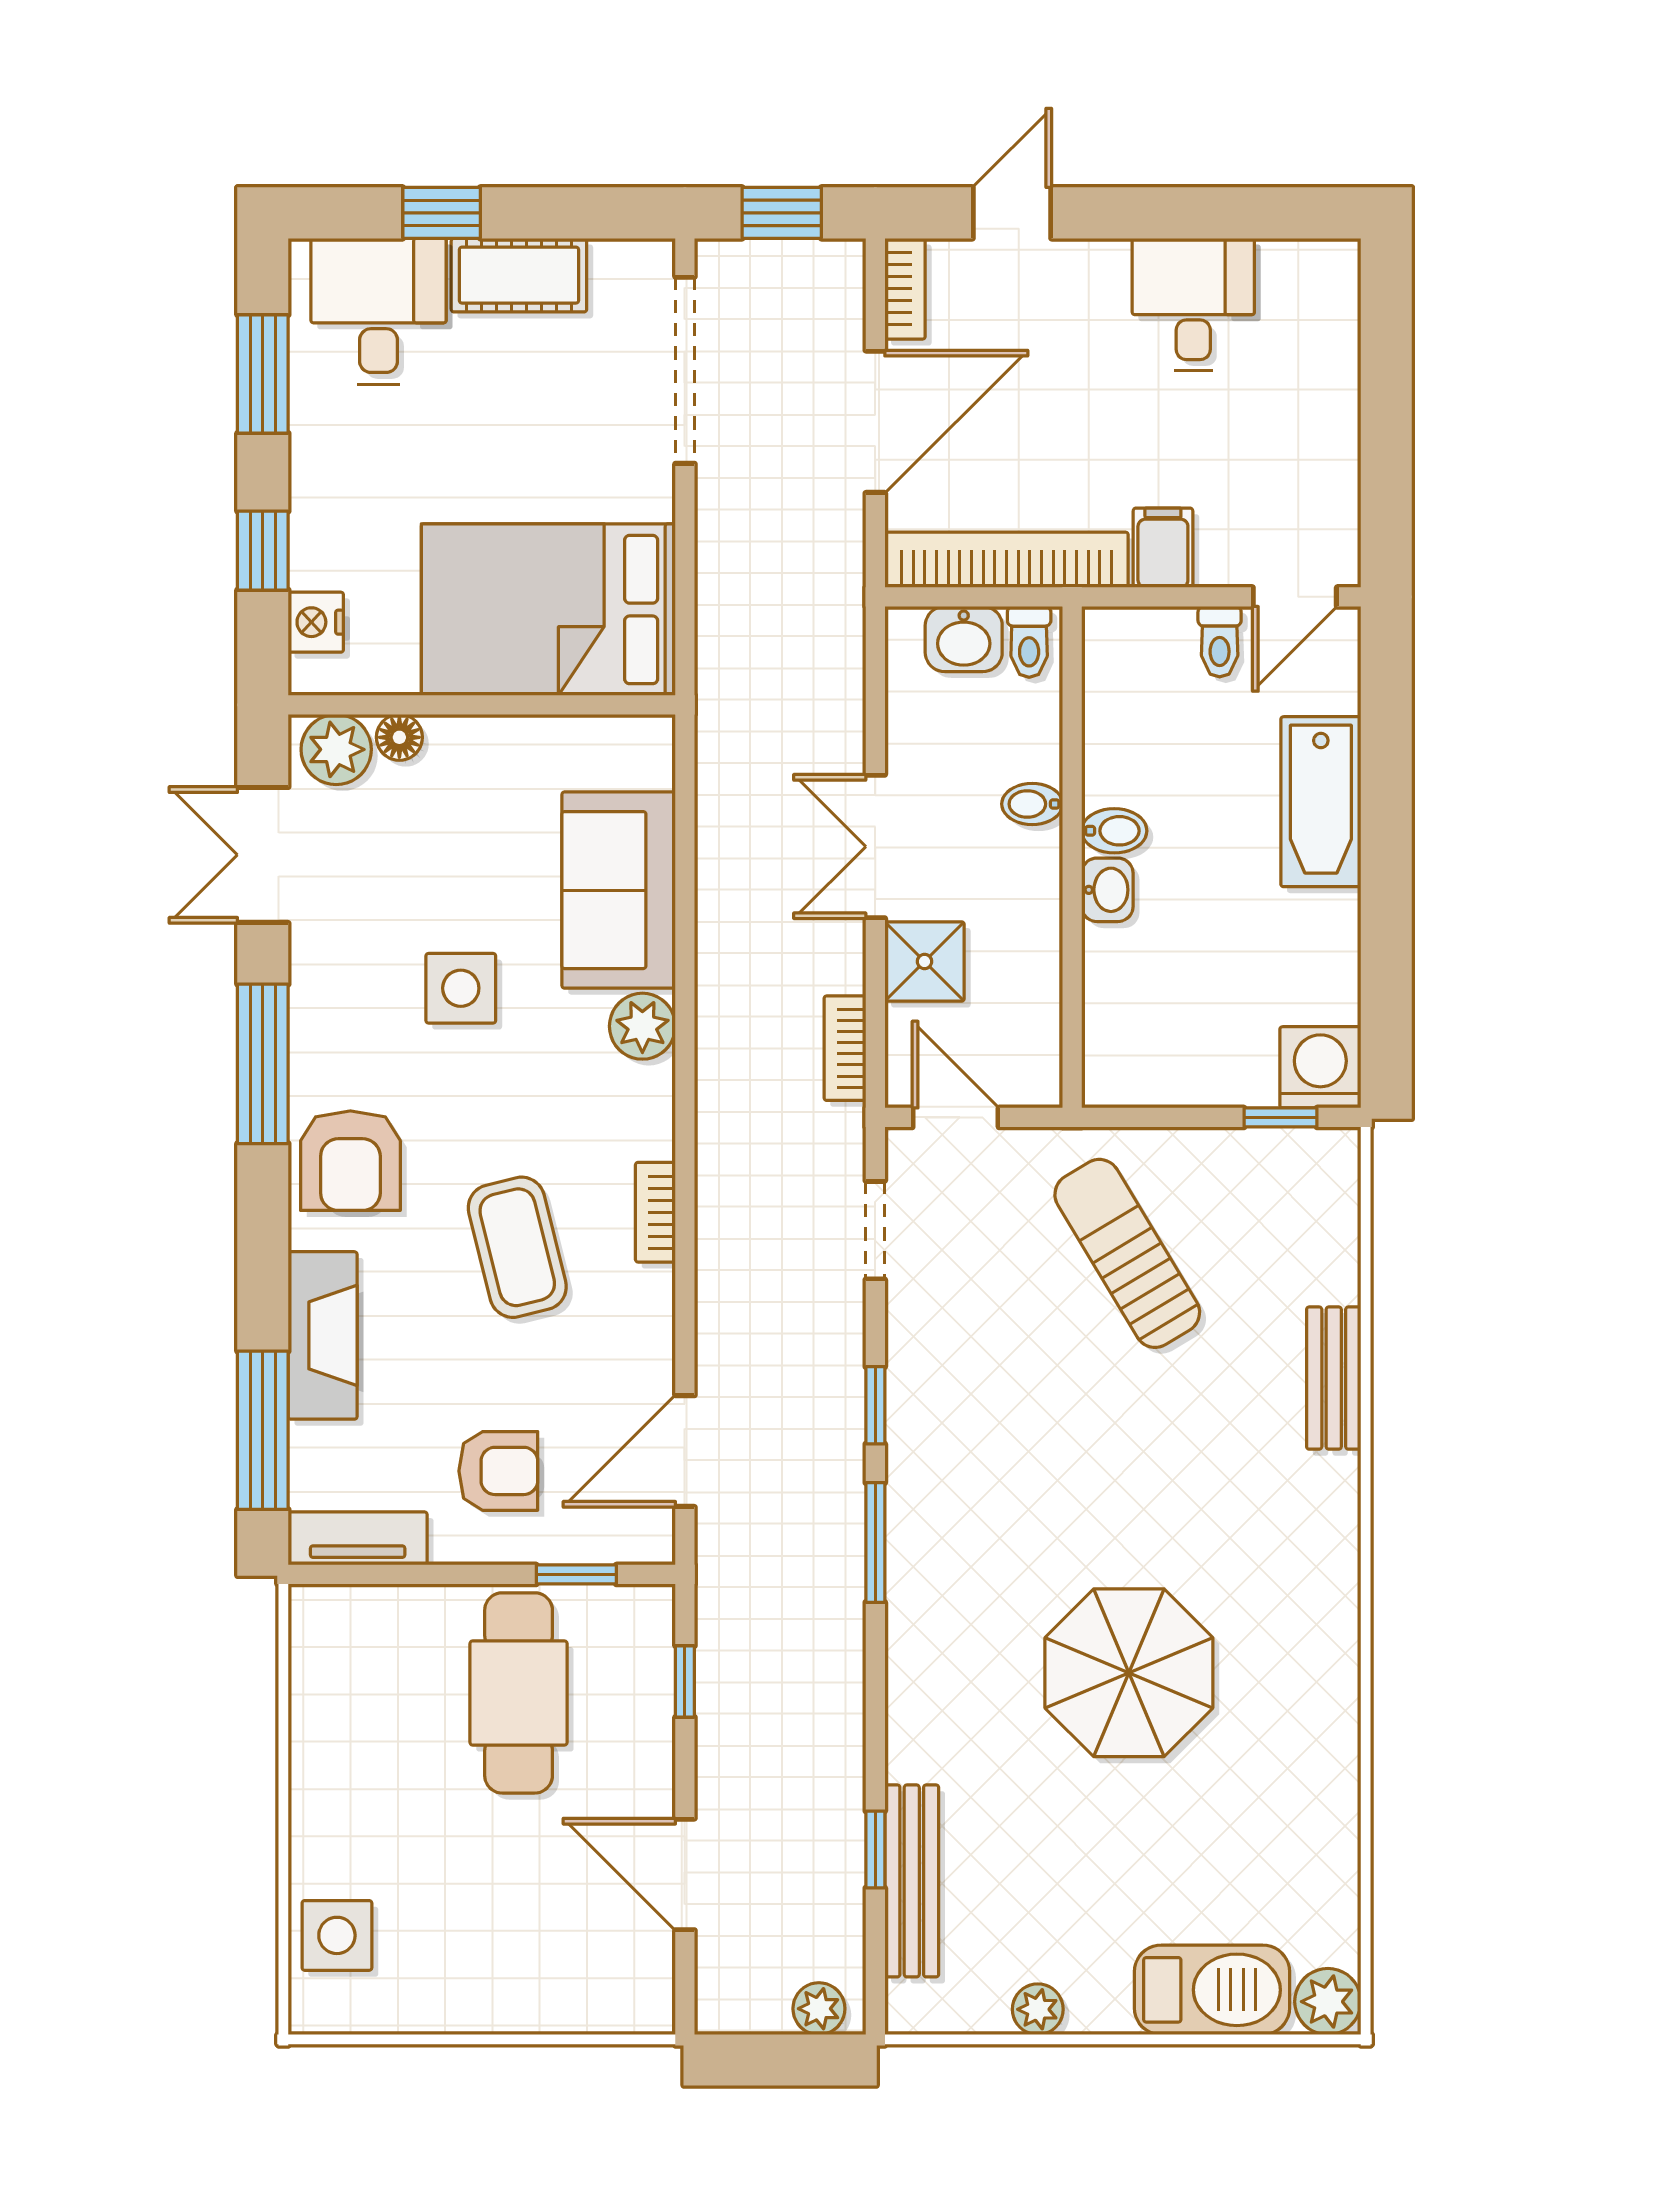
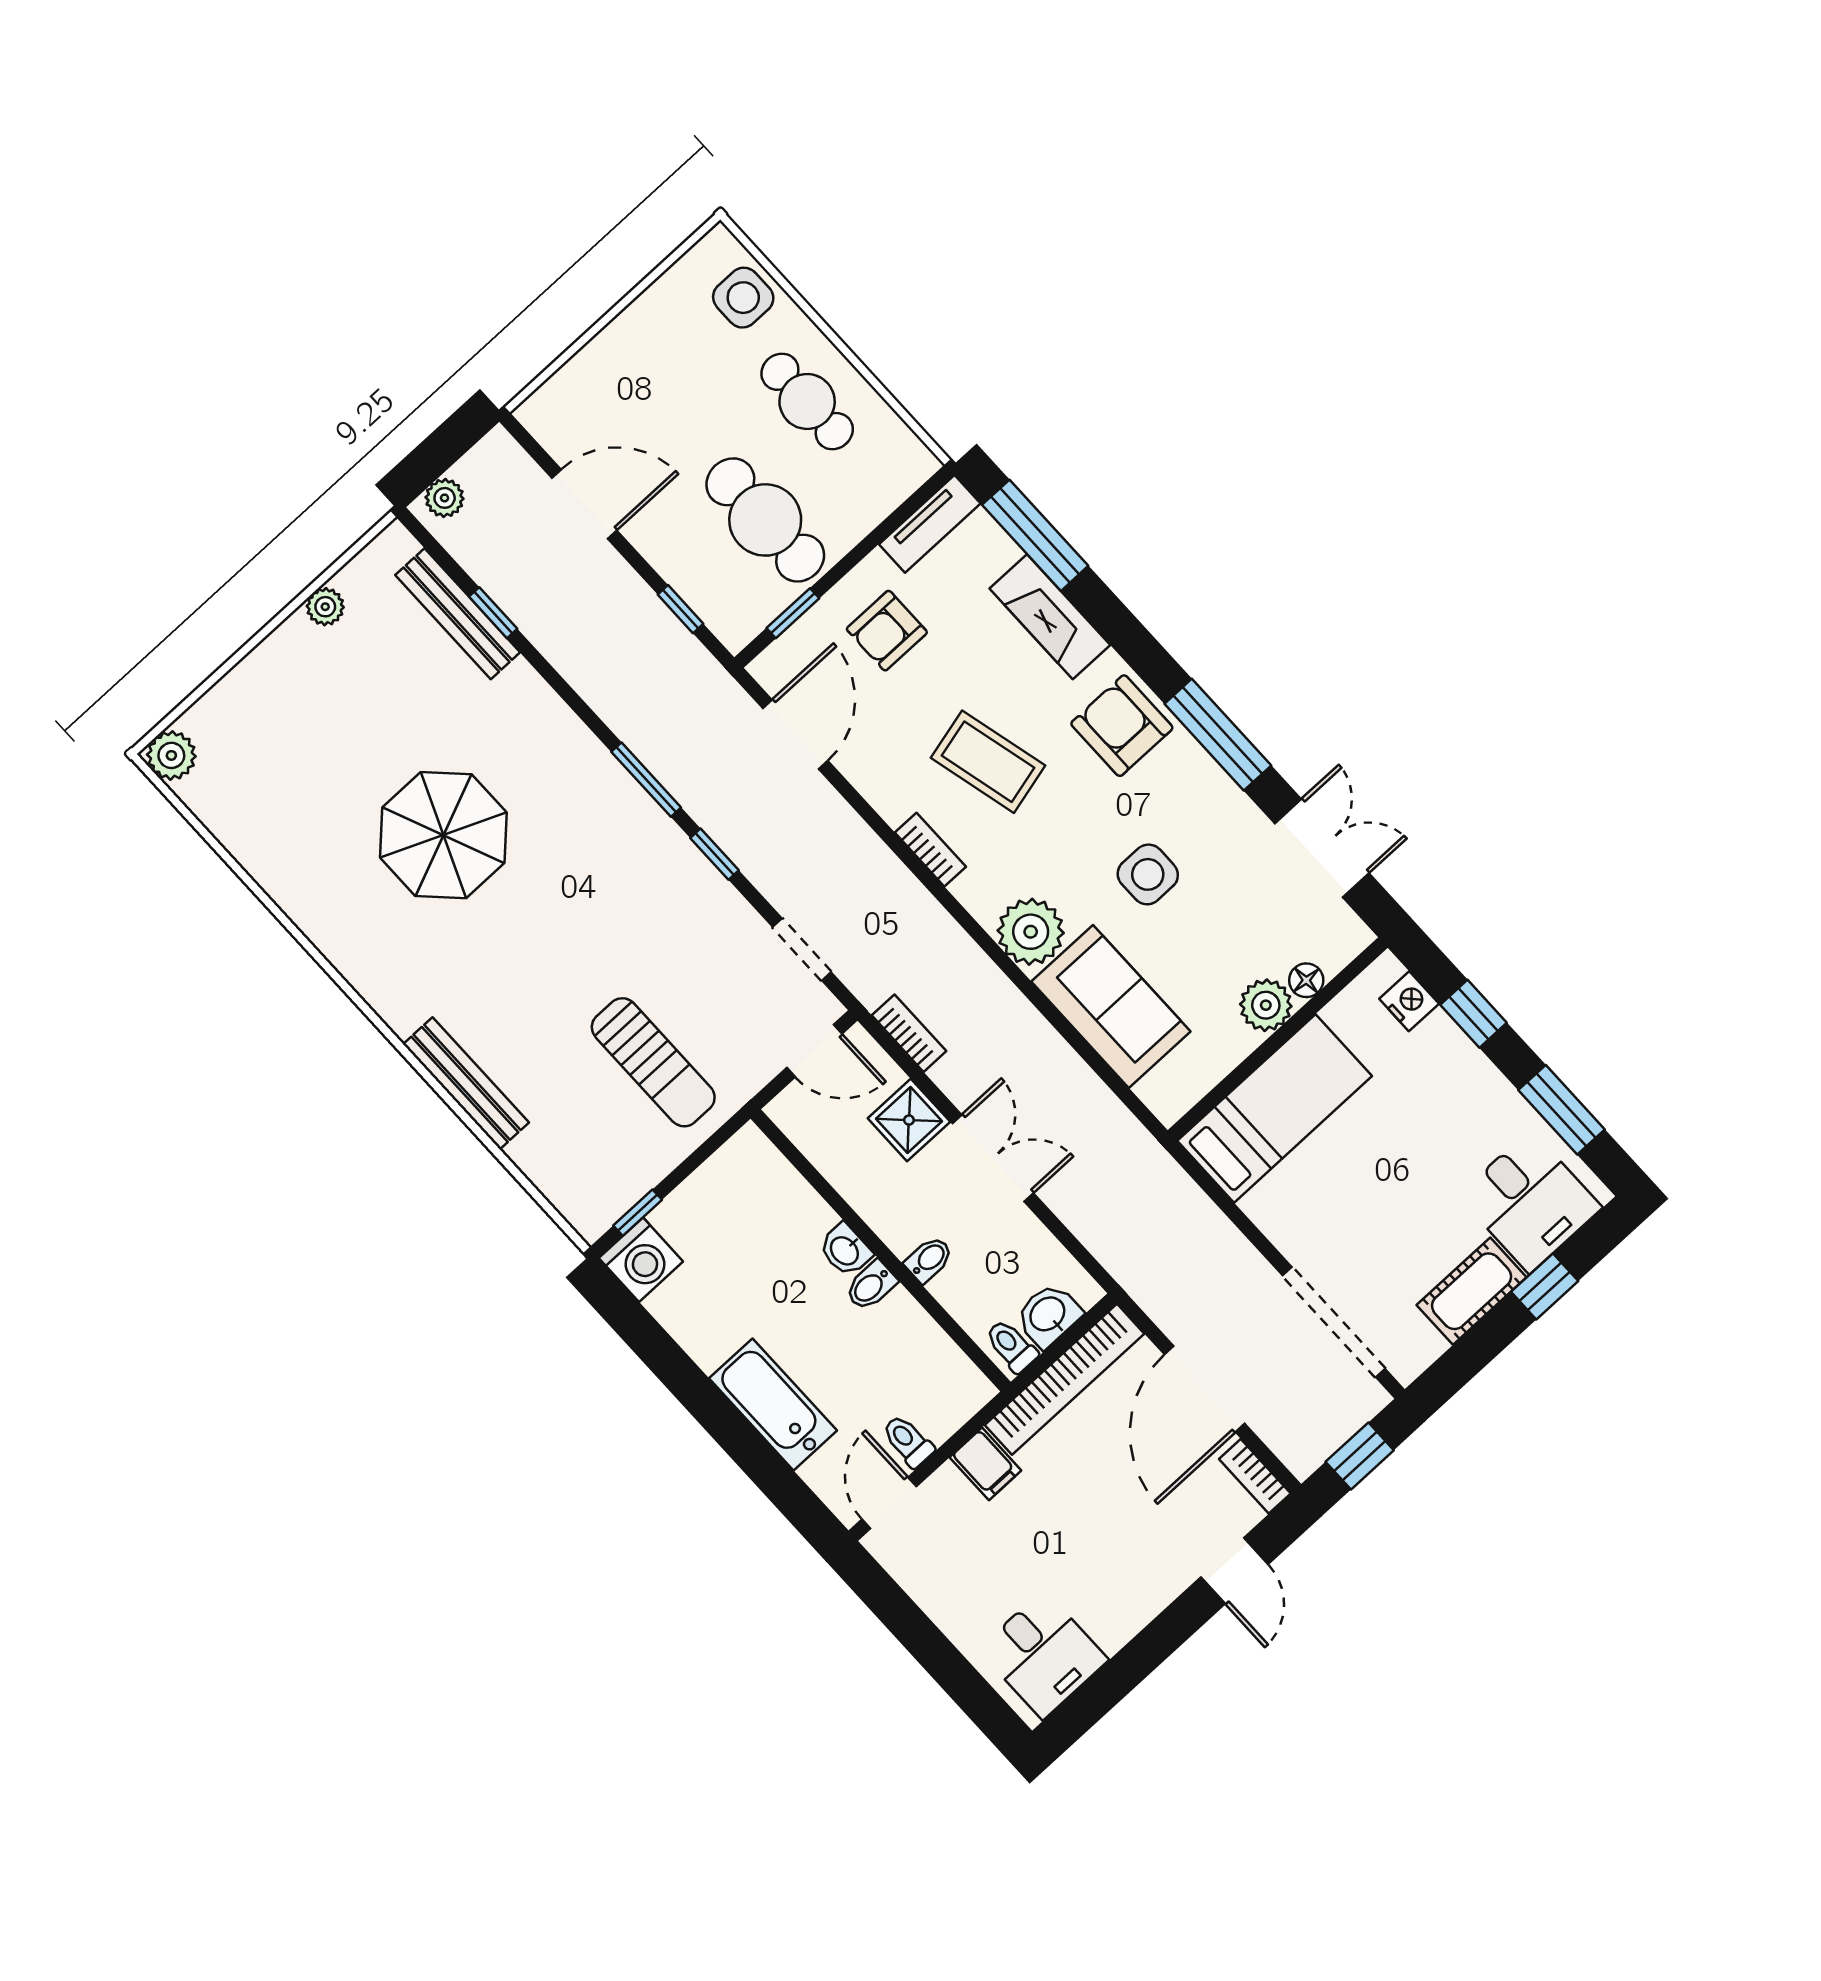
desk: (1193, 304) -> (1043, 1655), moved
bed: (548, 610) -> (1275, 1108), width x0.67
plant: (336, 749) -> (1266, 1005), moved
plant: (642, 1026) -> (1031, 932), width x1.36, depth x1.36
sun lounger: (1127, 1253) -> (653, 1062), turned 31
bench: (1334, 1378) -> (466, 1083), width x1.36
cafe table: (368, 1773) -> (807, 401), added
barbecue: (1212, 1990) -> (240, 704), removed

